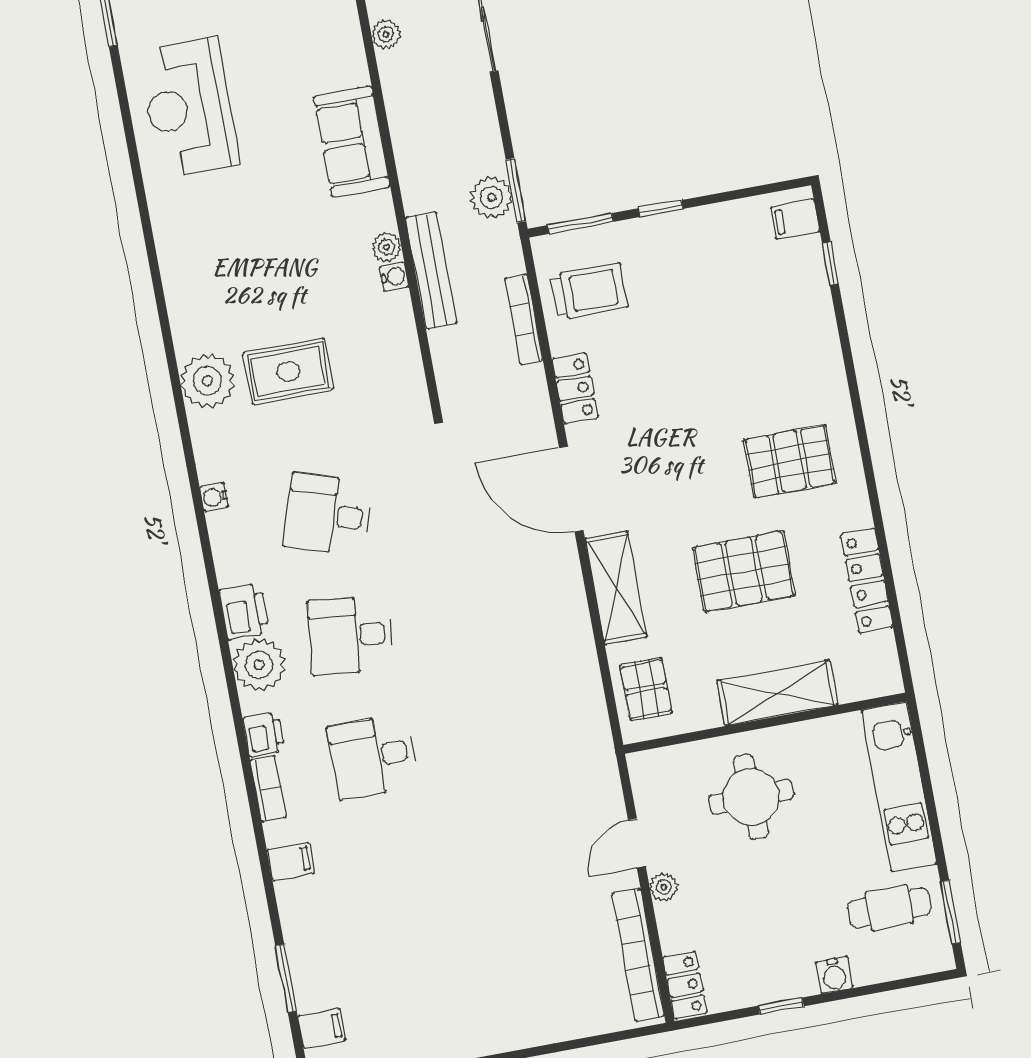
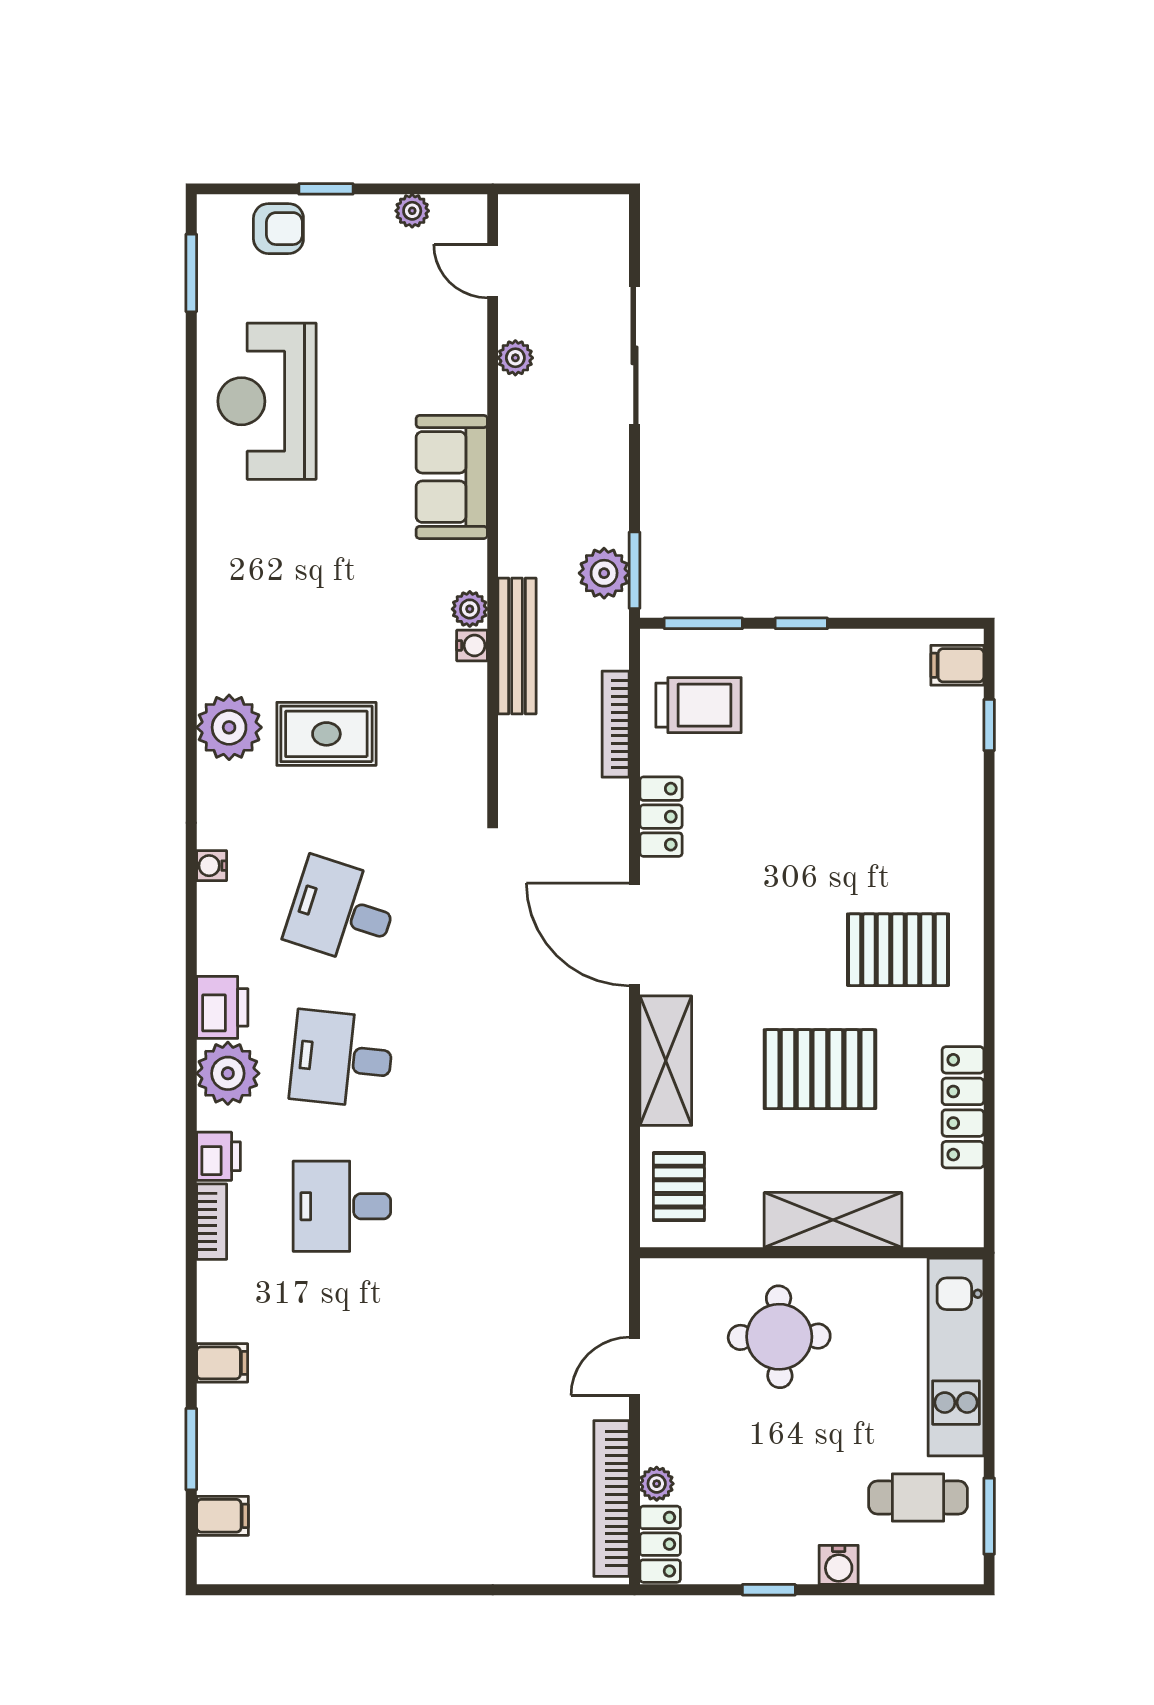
filing cabinet: (290, 861) -> (222, 1363), moved
plant: (664, 887) -> (657, 1484), moved

